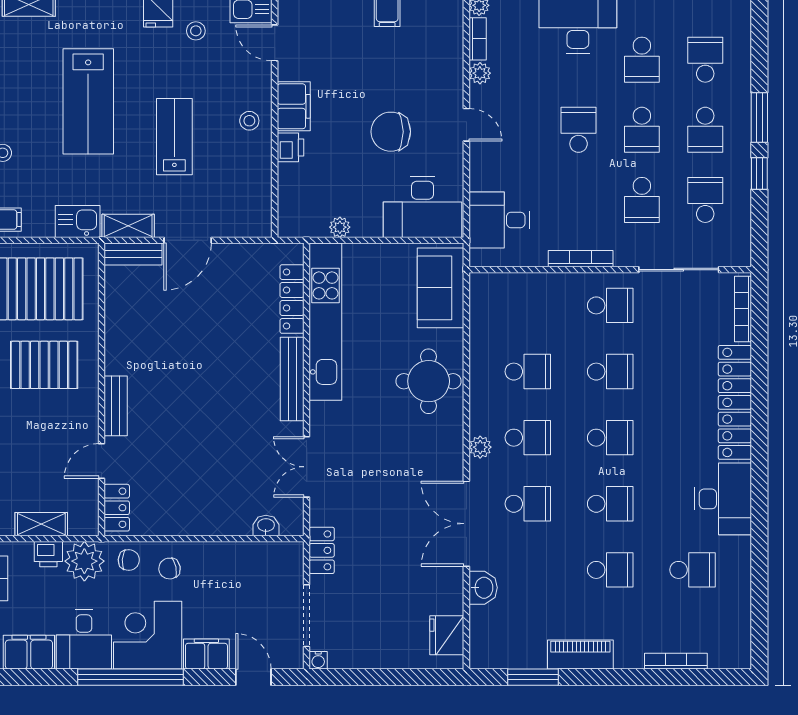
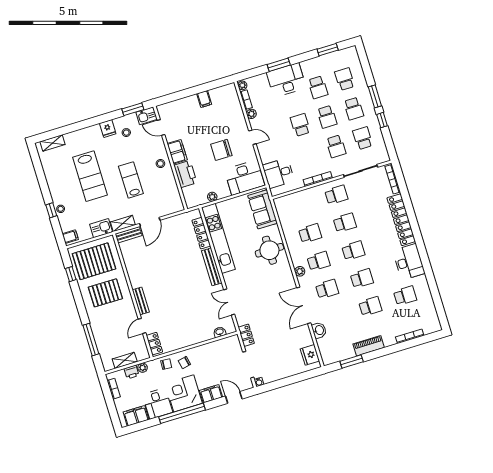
printer: (290, 147) -> (185, 174), width x1.87, depth x1.48
plant: (84, 561) -> (143, 368), width x0.53, depth x0.53

